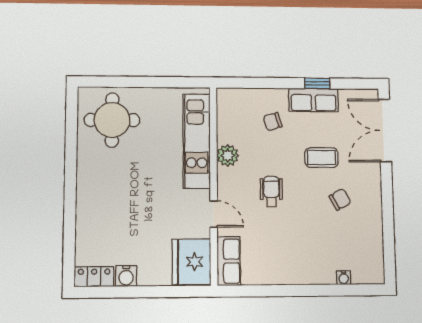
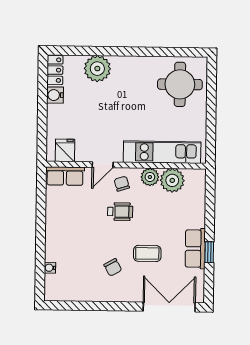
chair: (273, 122) -> (122, 184), moved
plant: (231, 128) -> (172, 180), added
coffee table: (322, 158) -> (147, 253), turned 90
plant: (92, 223) -> (97, 69), added
fridge: (191, 262) -> (65, 150), width x0.53, depth x0.75

